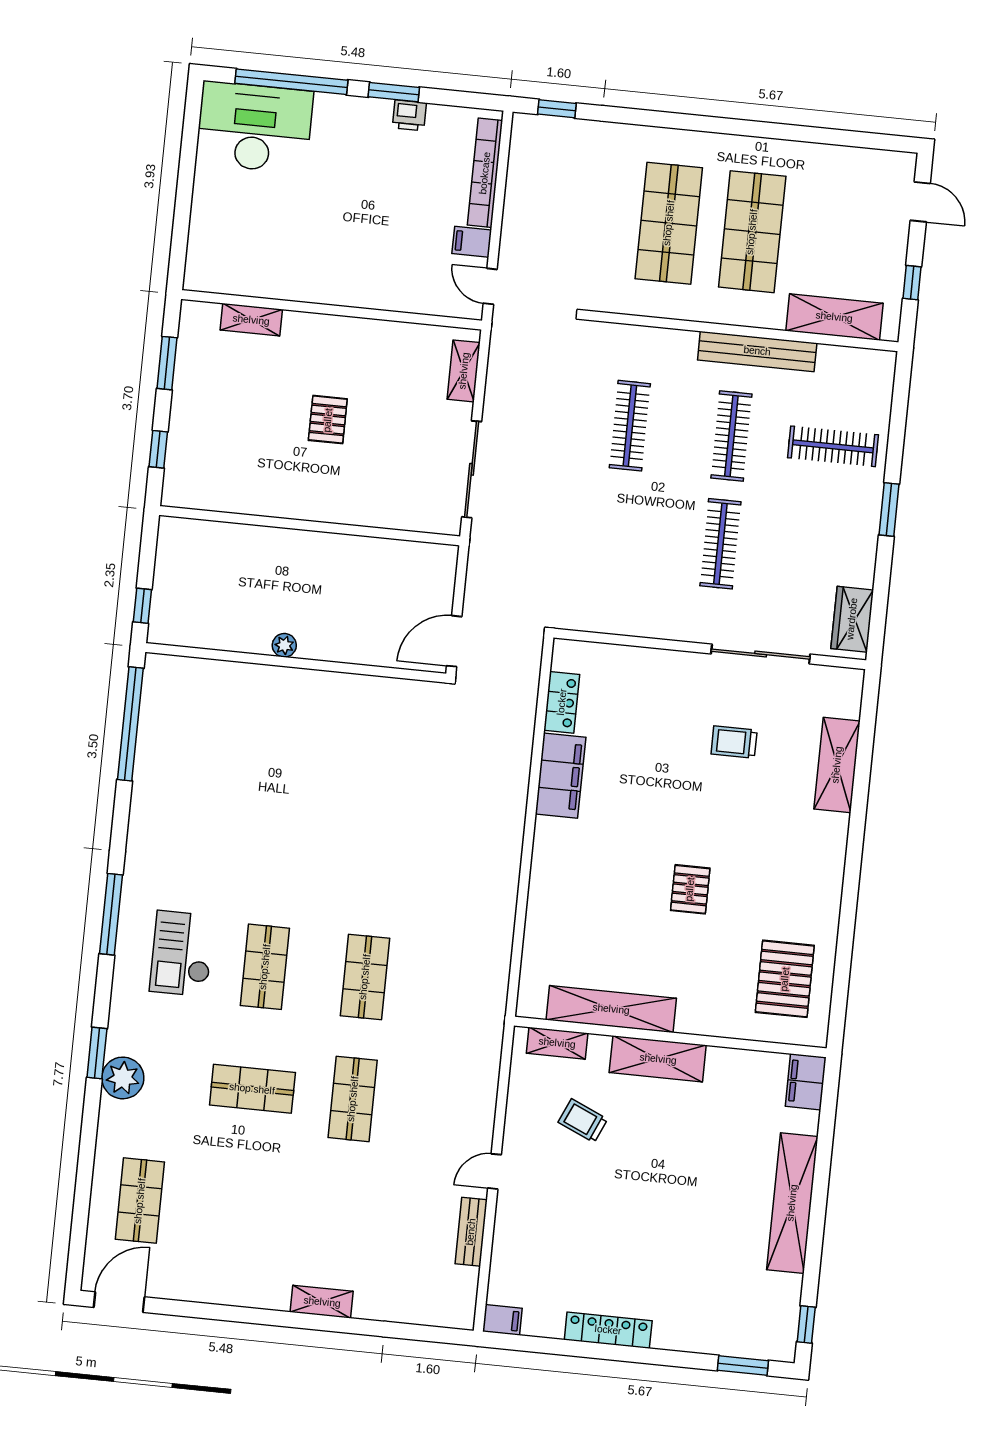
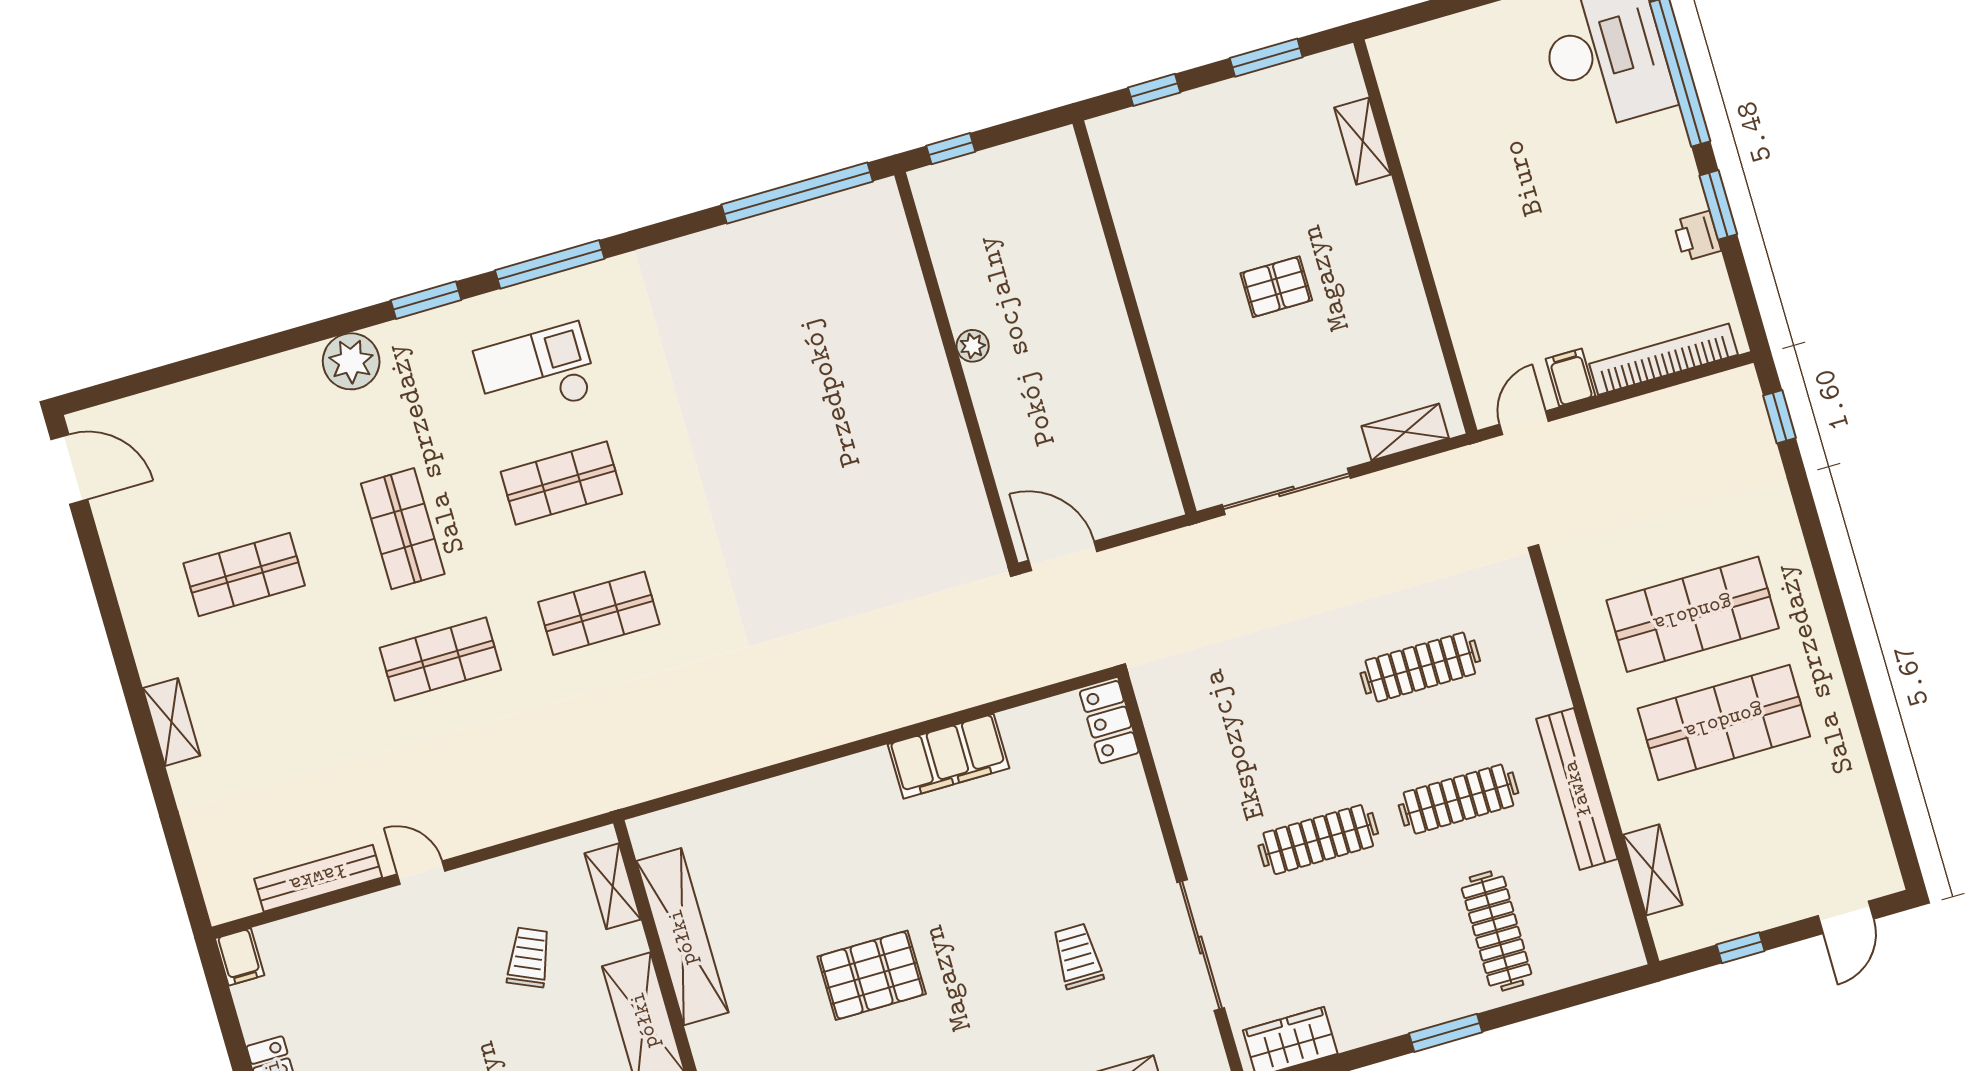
shelving: (834, 317) -> (1653, 870), width x0.67, depth x0.75
locker: (562, 702) -> (1109, 722), moved, turned 90
pallet: (690, 889) -> (872, 975), width x1.50, depth x1.42
window: (97, 1053) -> (426, 300), moved
shop shelf: (140, 1201) -> (244, 574), moved
bench: (471, 1232) -> (318, 878), width x1.36

